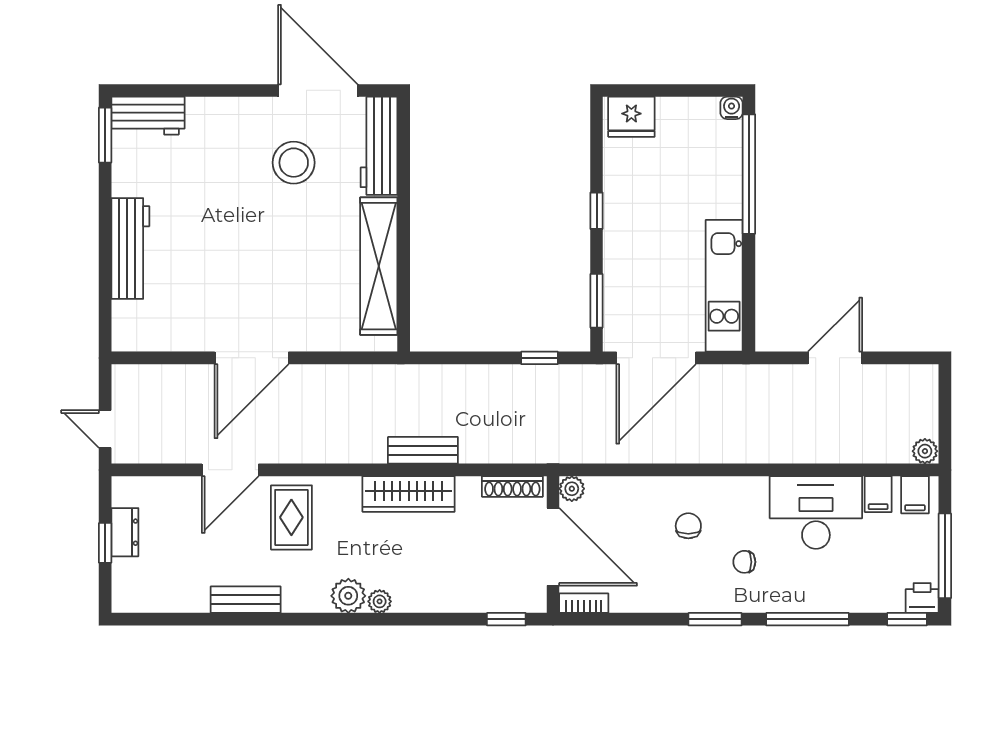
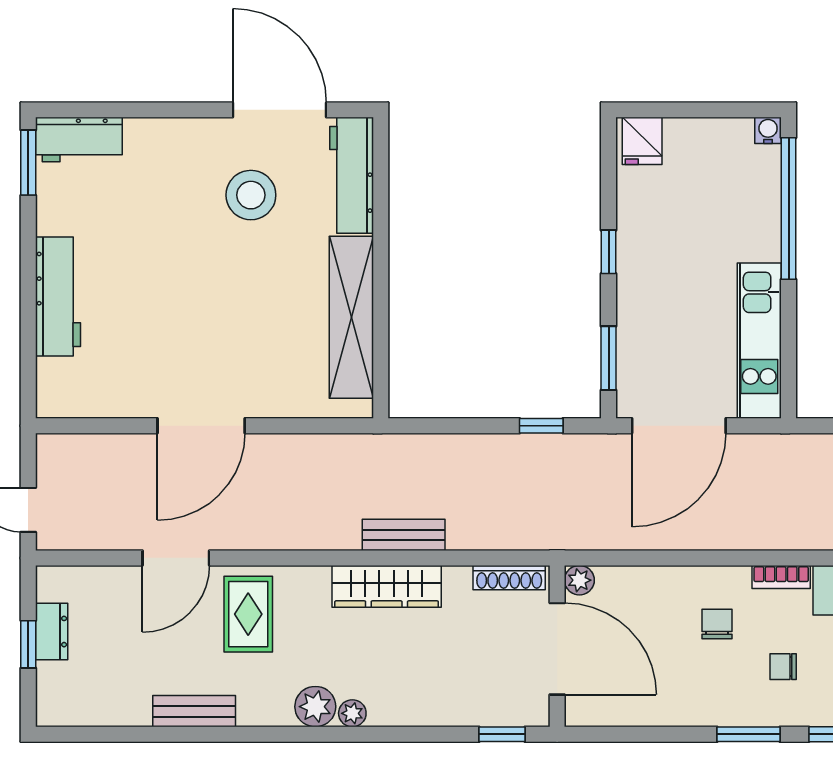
fridge: (631, 117) -> (642, 141), width x0.72
bookcase: (584, 603) -> (781, 577), moved, turned 180

